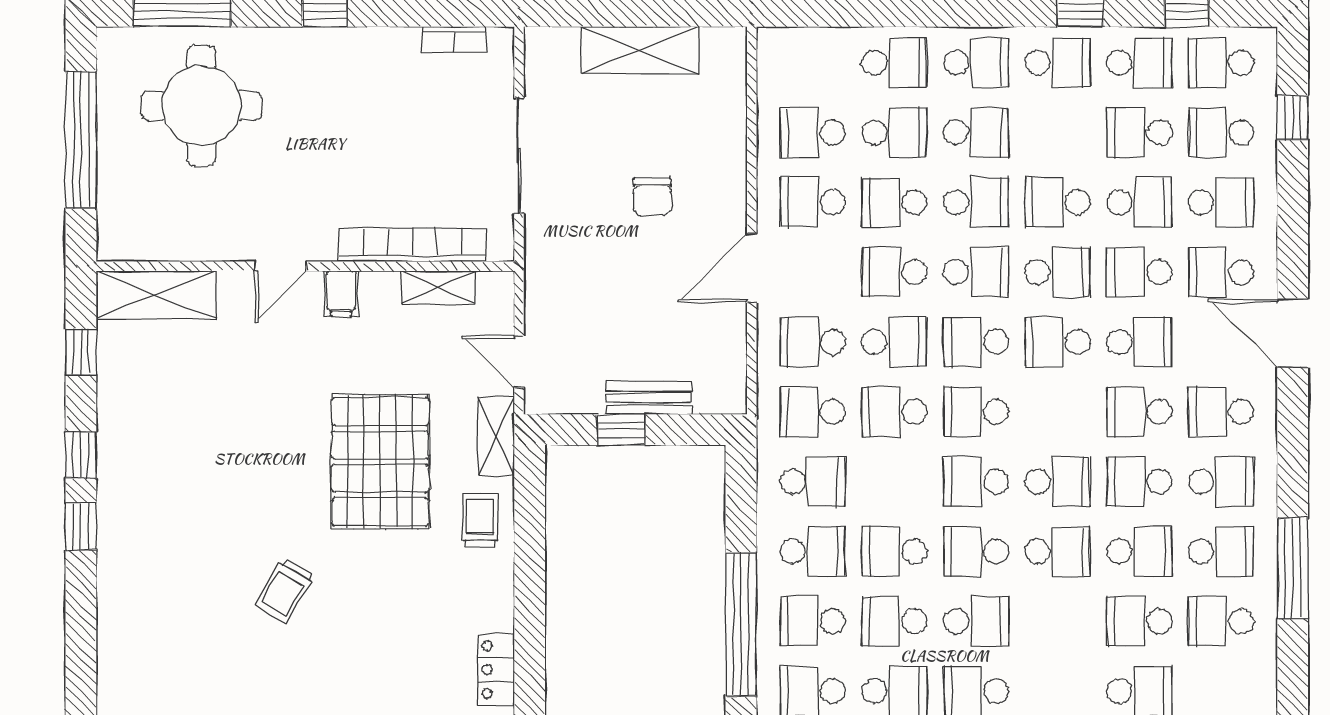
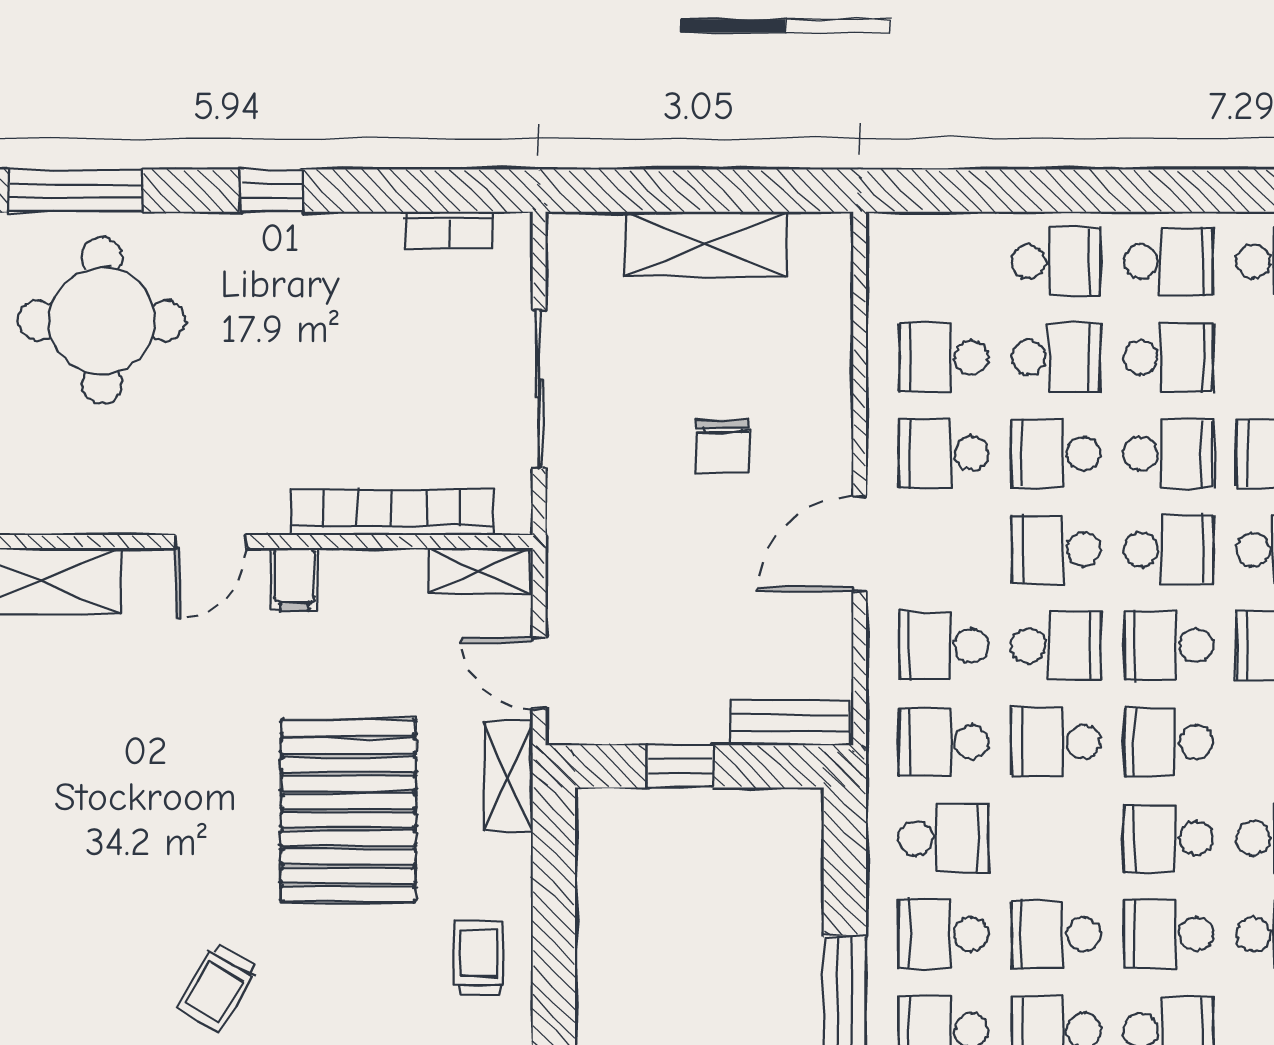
shelving: (438, 287) -> (479, 571), moved
bench: (649, 398) -> (790, 723), moved
trolley: (480, 521) -> (479, 958), moved
school desk: (813, 551) -> (944, 934), turned 180

